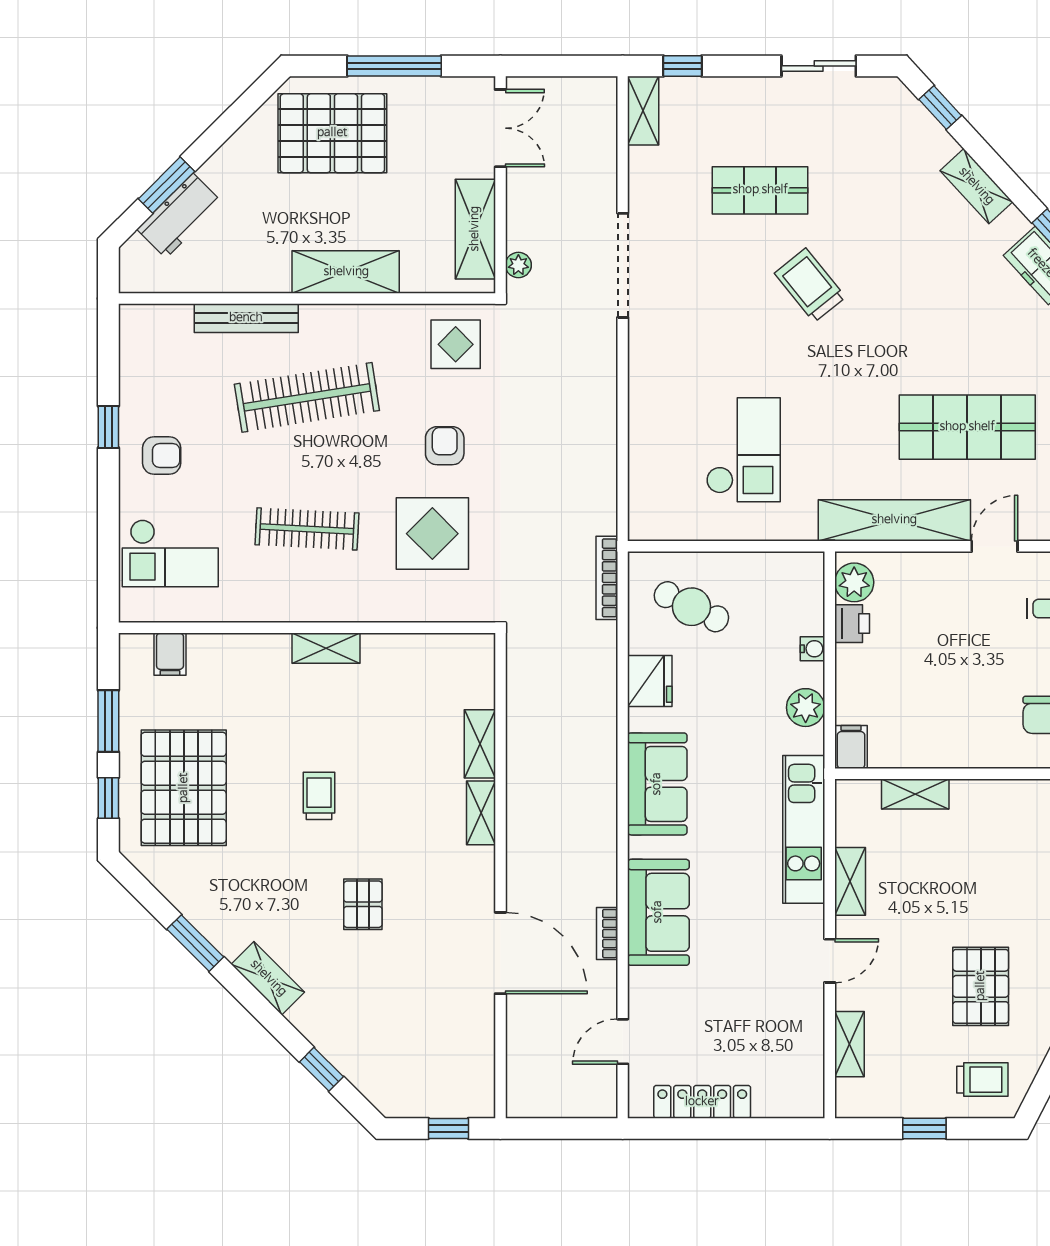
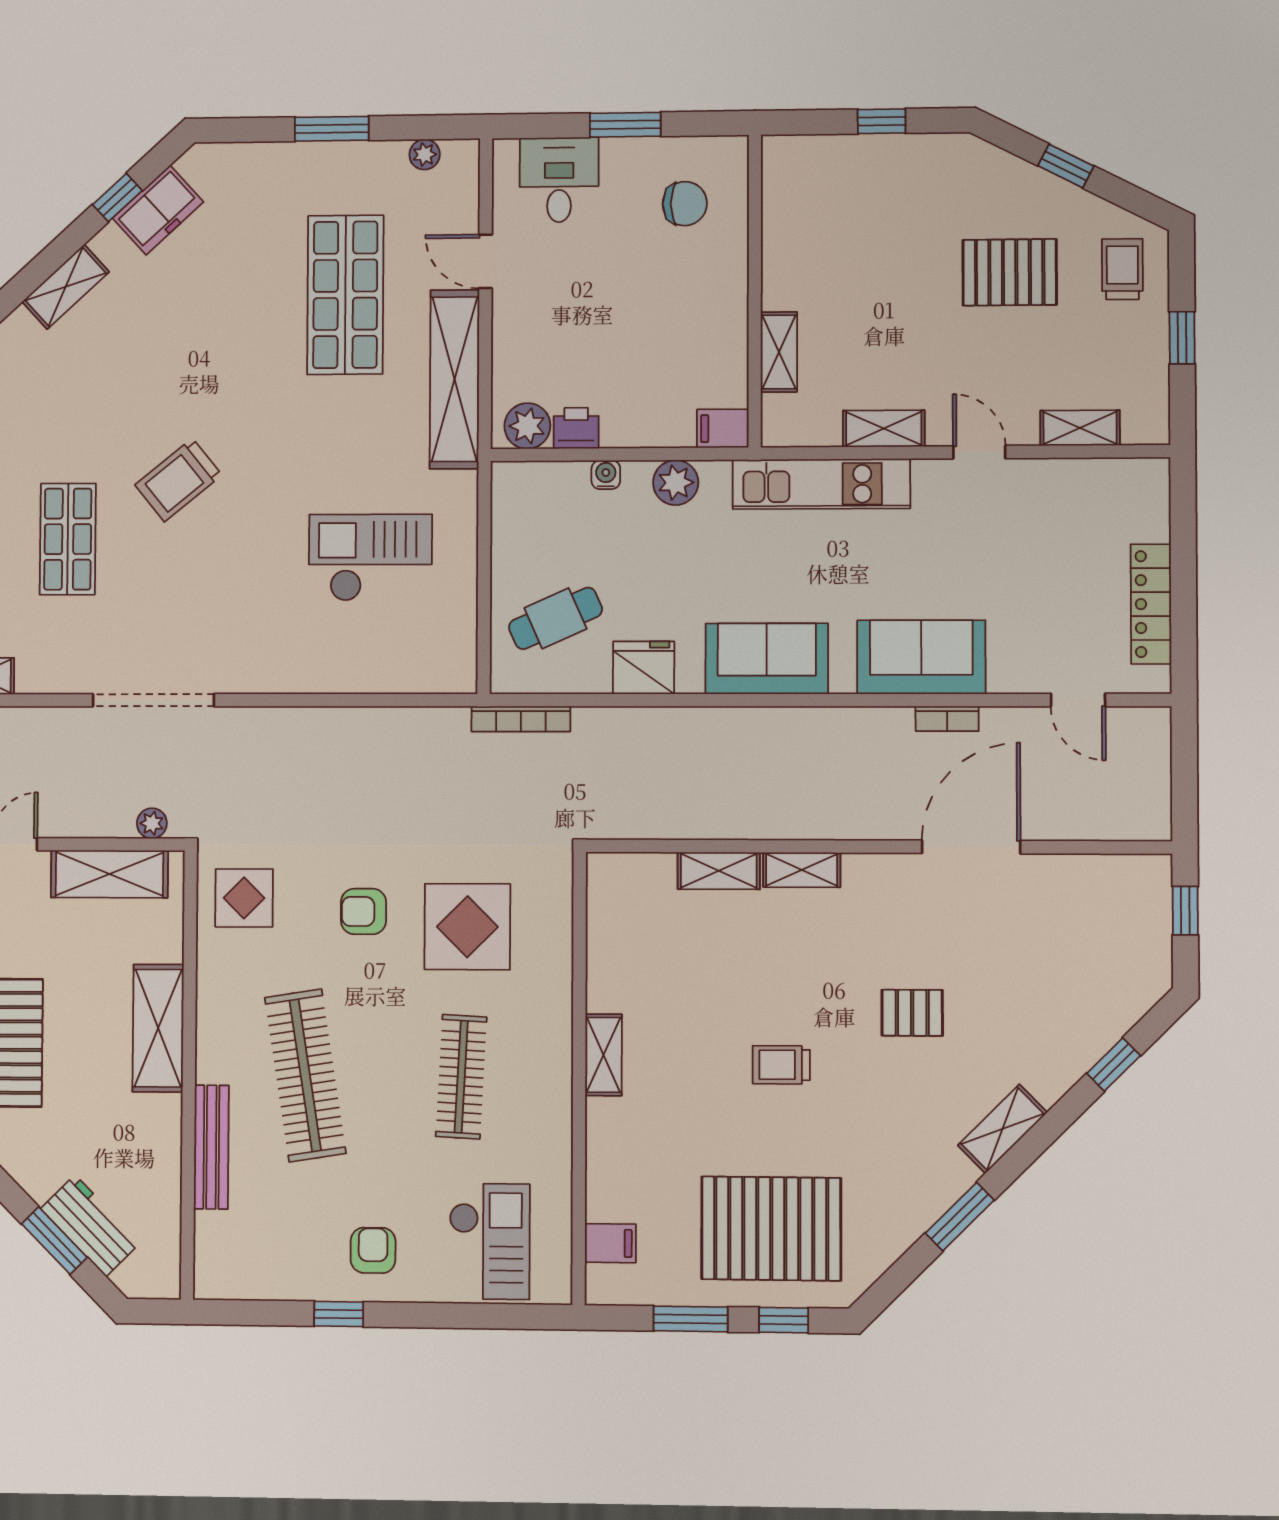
cafe table: (691, 607) -> (555, 618), turned 40

